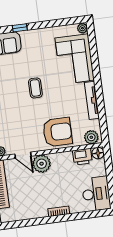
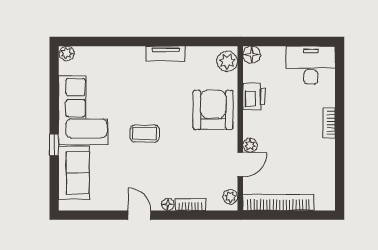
corner sofa: (75, 59) -> (83, 110), moved, turned -90
tv unit: (92, 100) -> (166, 53), width x0.71
printer: (82, 157) -> (254, 96), moved
plant: (42, 164) -> (250, 145), width x0.53, depth x0.53

